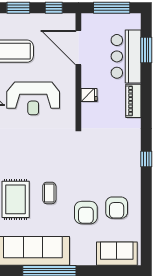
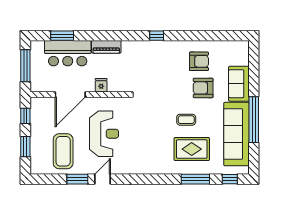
door: (78, 48) -> (70, 94), moved
armchair: (86, 213) -> (203, 88), turned 180
sofa: (117, 254) -> (239, 84), moved

